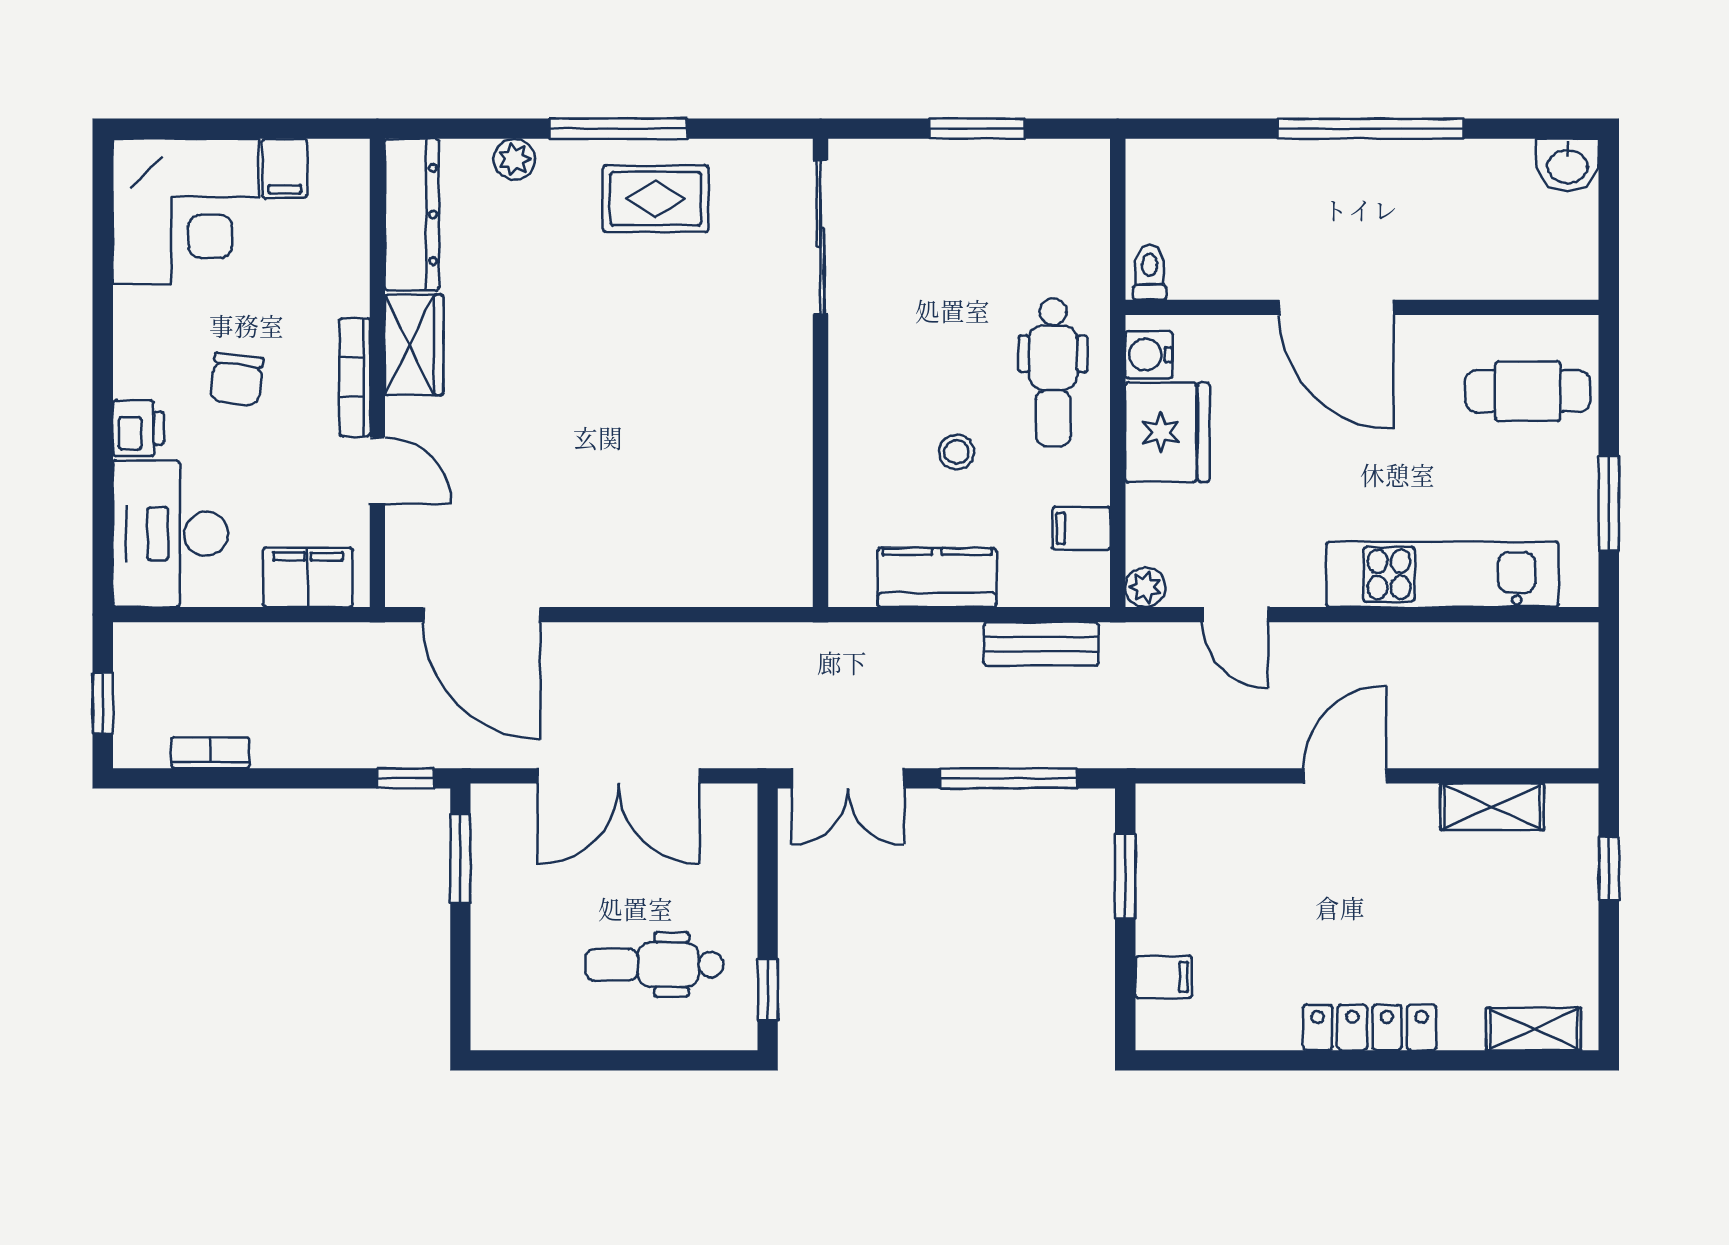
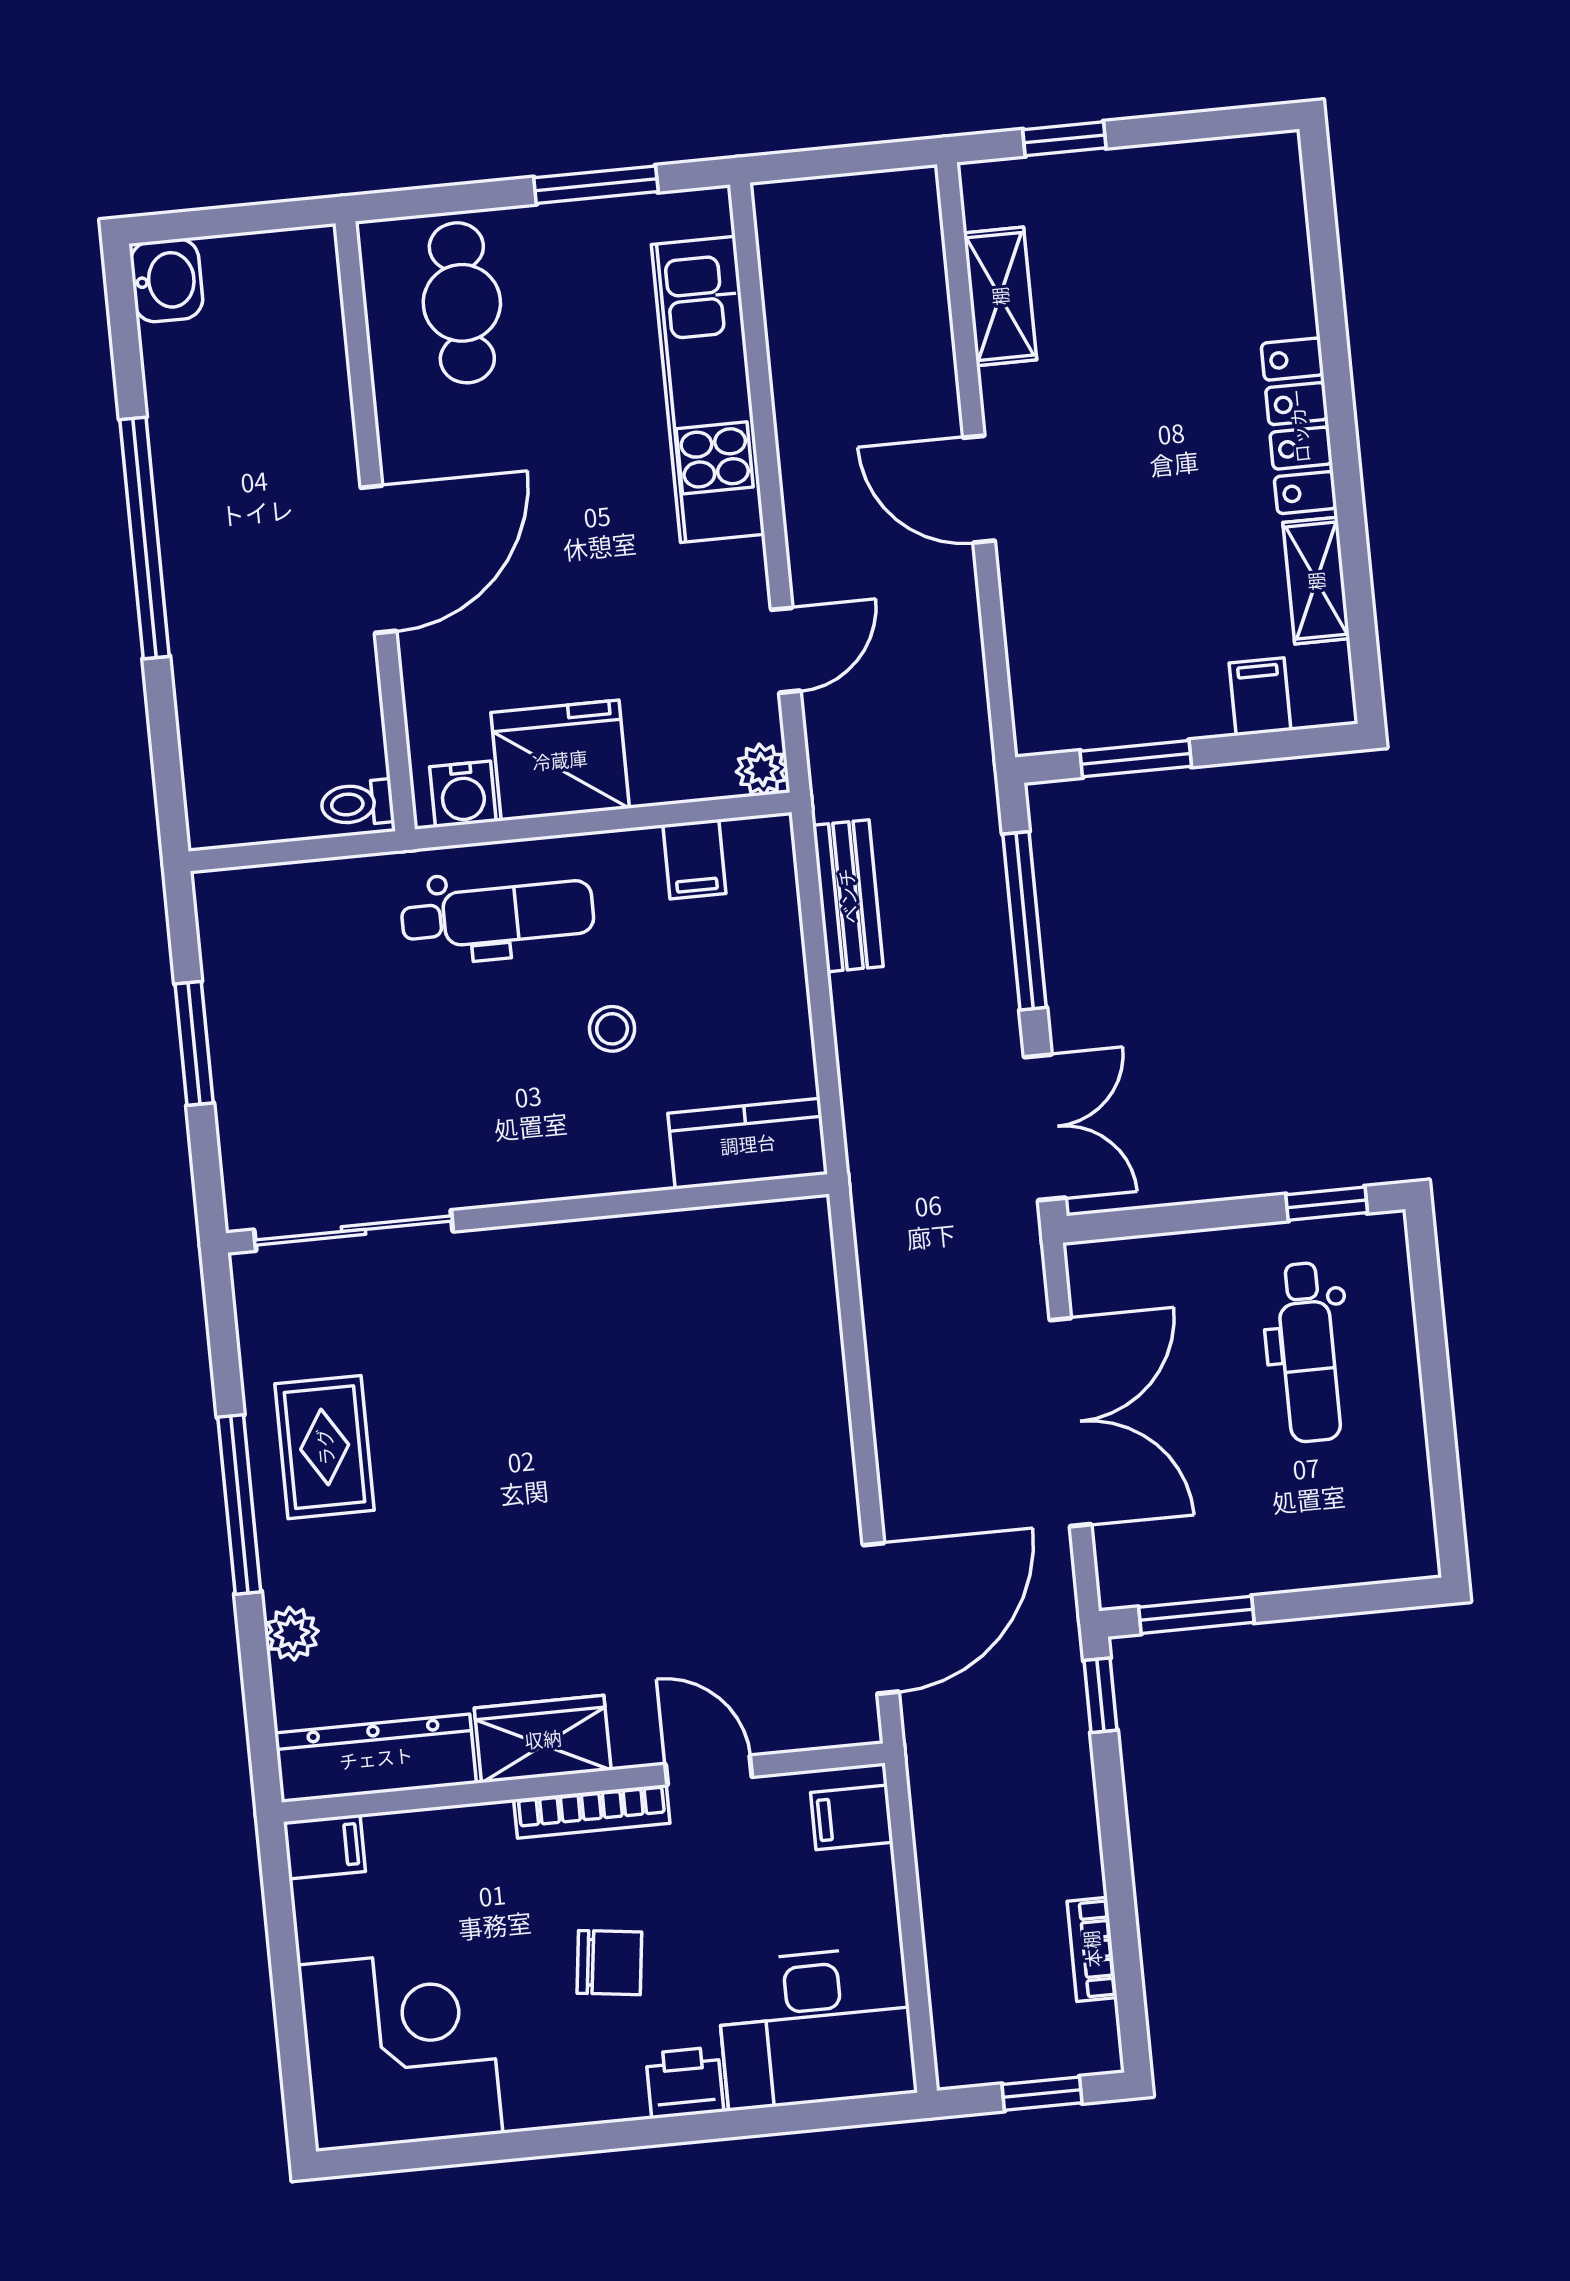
filing cabinet: (285, 168) -> (324, 1847), moved
door: (377, 470) -> (709, 1770), hinge flipped
filing cabinet: (308, 577) -> (852, 1817), width x0.50
kitchen counter: (937, 577) -> (748, 1144), moved, turned 90
shelving: (1534, 1029) -> (1316, 581), moved

